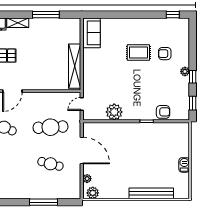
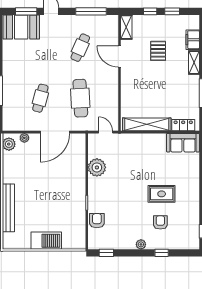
locker: (75, 33) -> (183, 125), added
rug: (138, 52) -> (162, 194), turned 90
window: (193, 77) -> (162, 253), moved
armchair: (163, 112) -> (97, 221), turned 180
barbecue: (184, 165) -> (46, 241), width x1.88, depth x1.53

